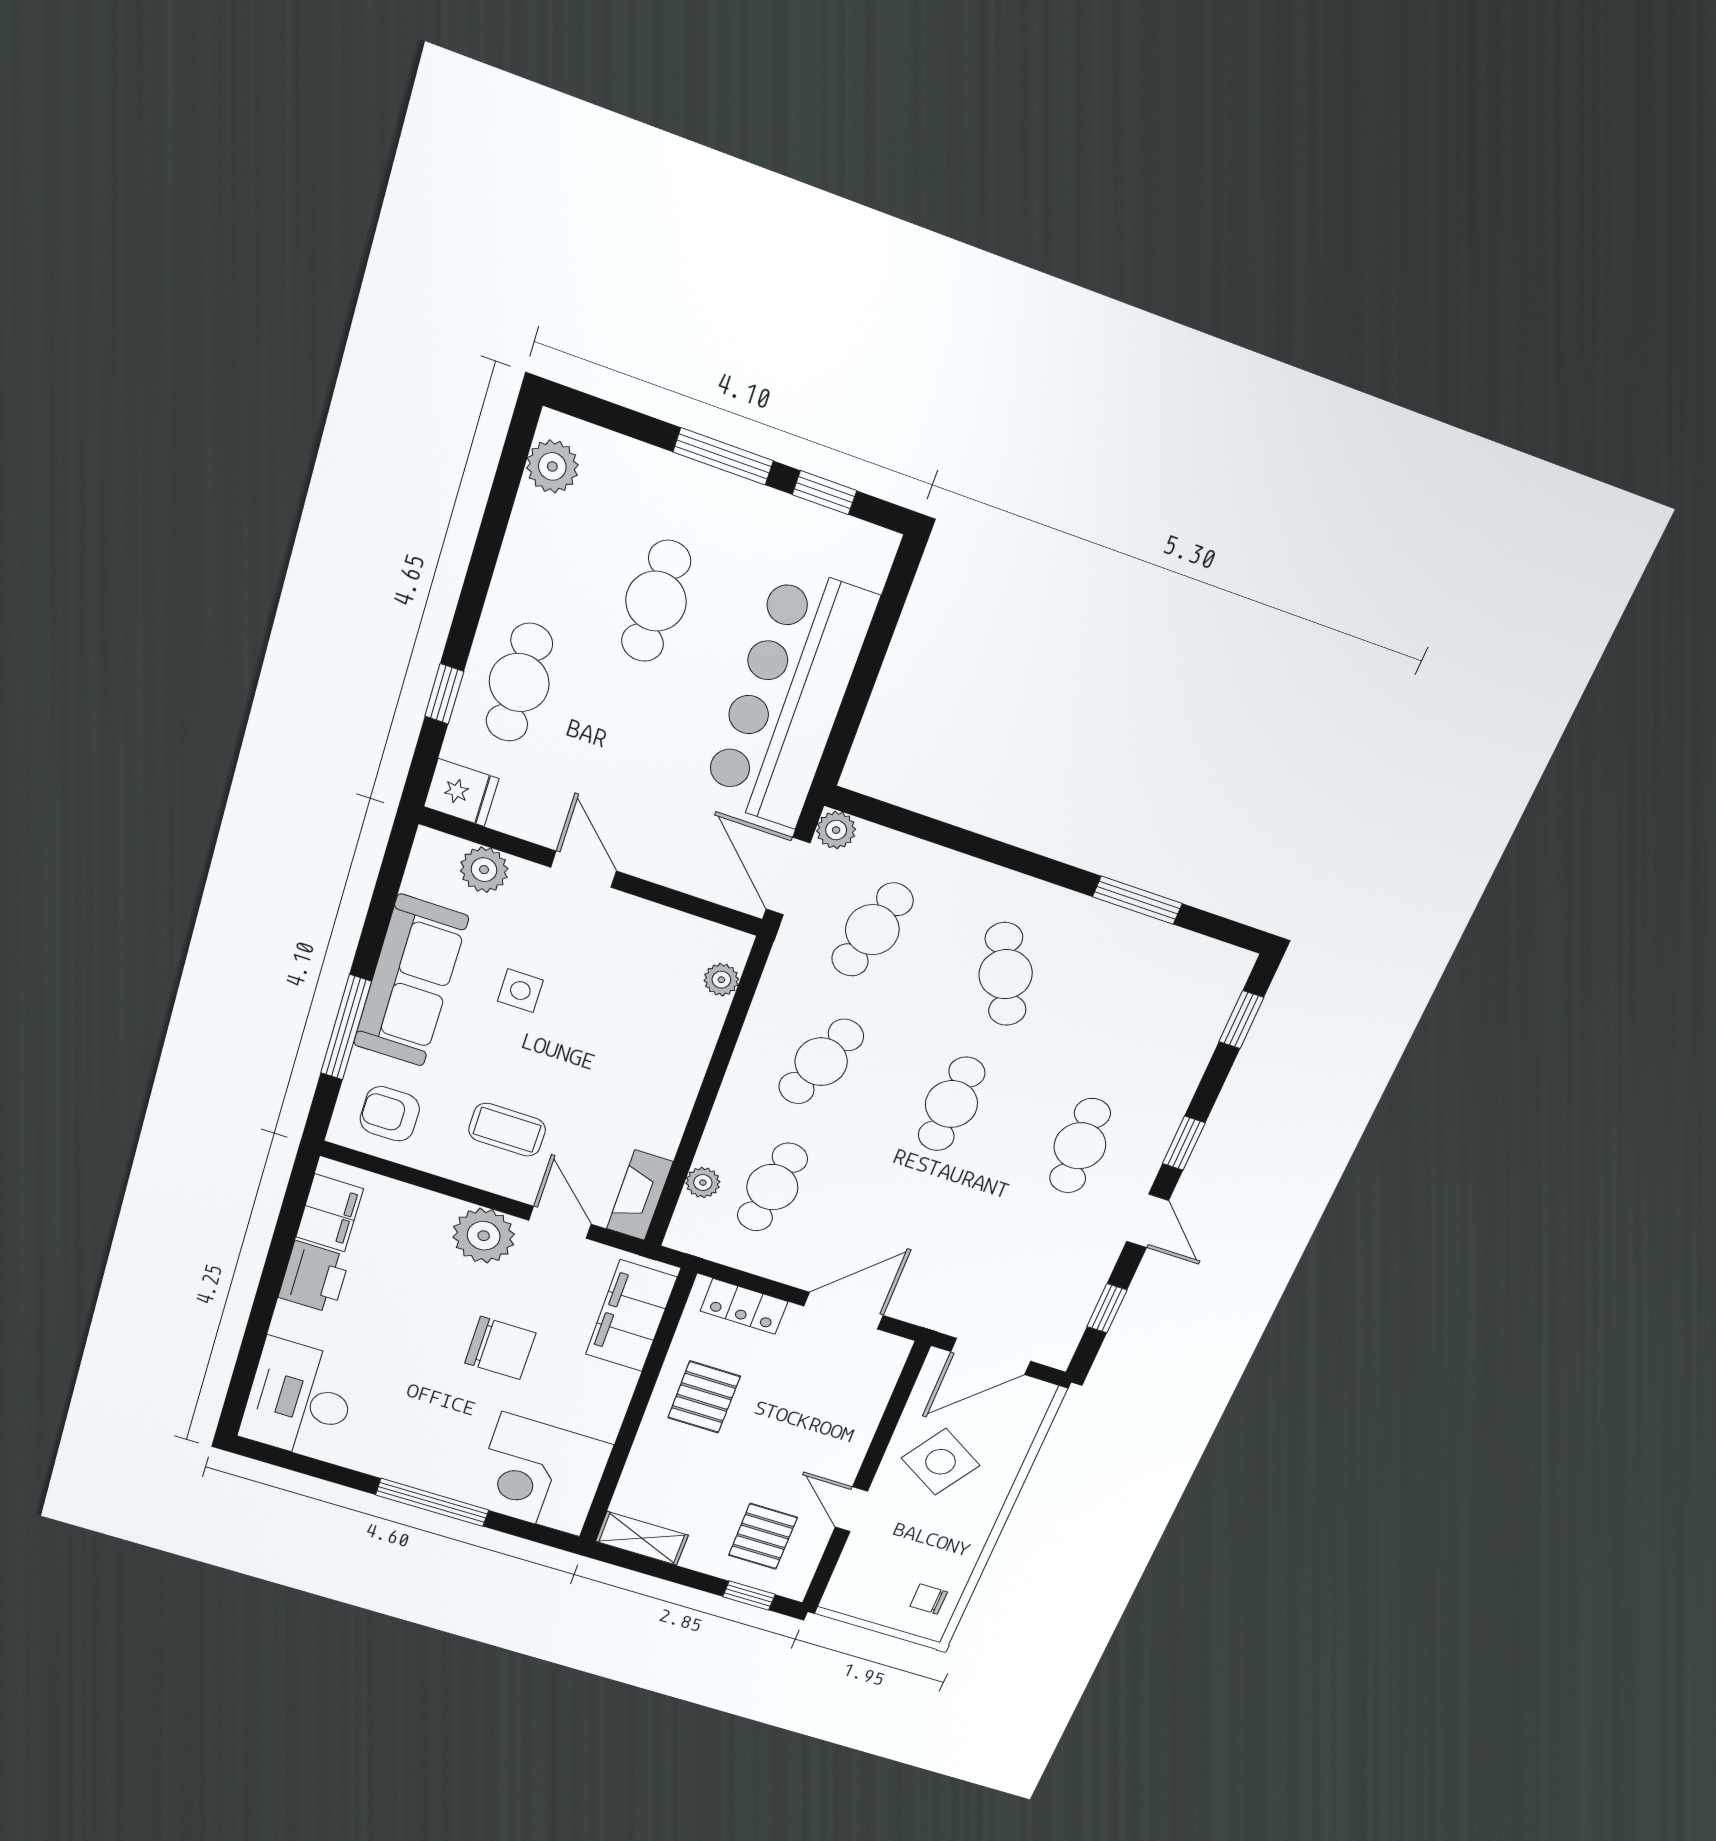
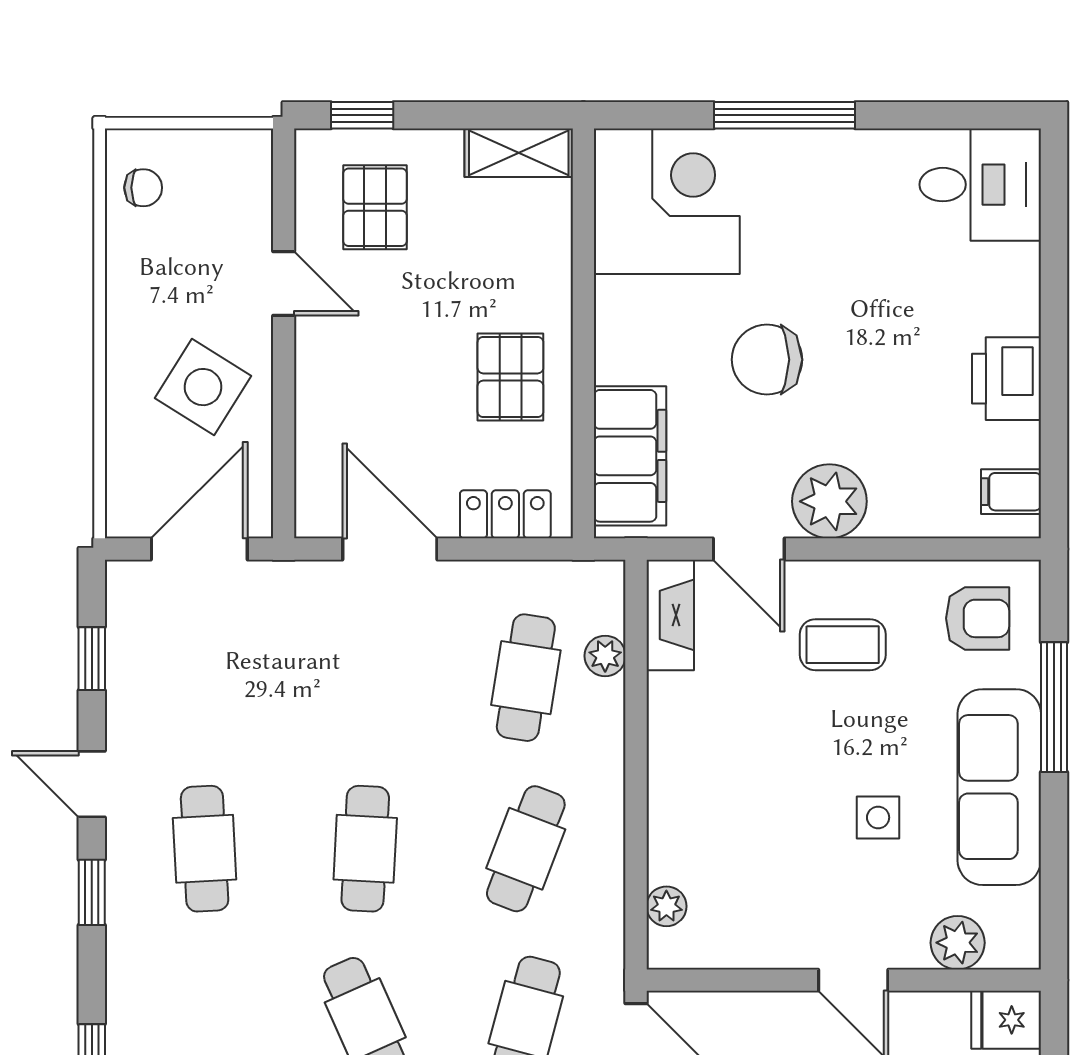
filing cabinet: (330, 1213) -> (1011, 492), width x0.50
door: (844, 1311) -> (390, 549), swing flipped
desk: (299, 1400) -> (980, 185), width x0.73

